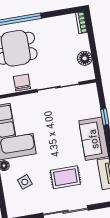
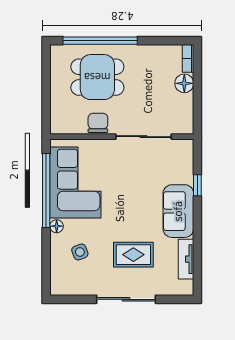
floor lamp: (85, 58) -> (184, 83), moved

